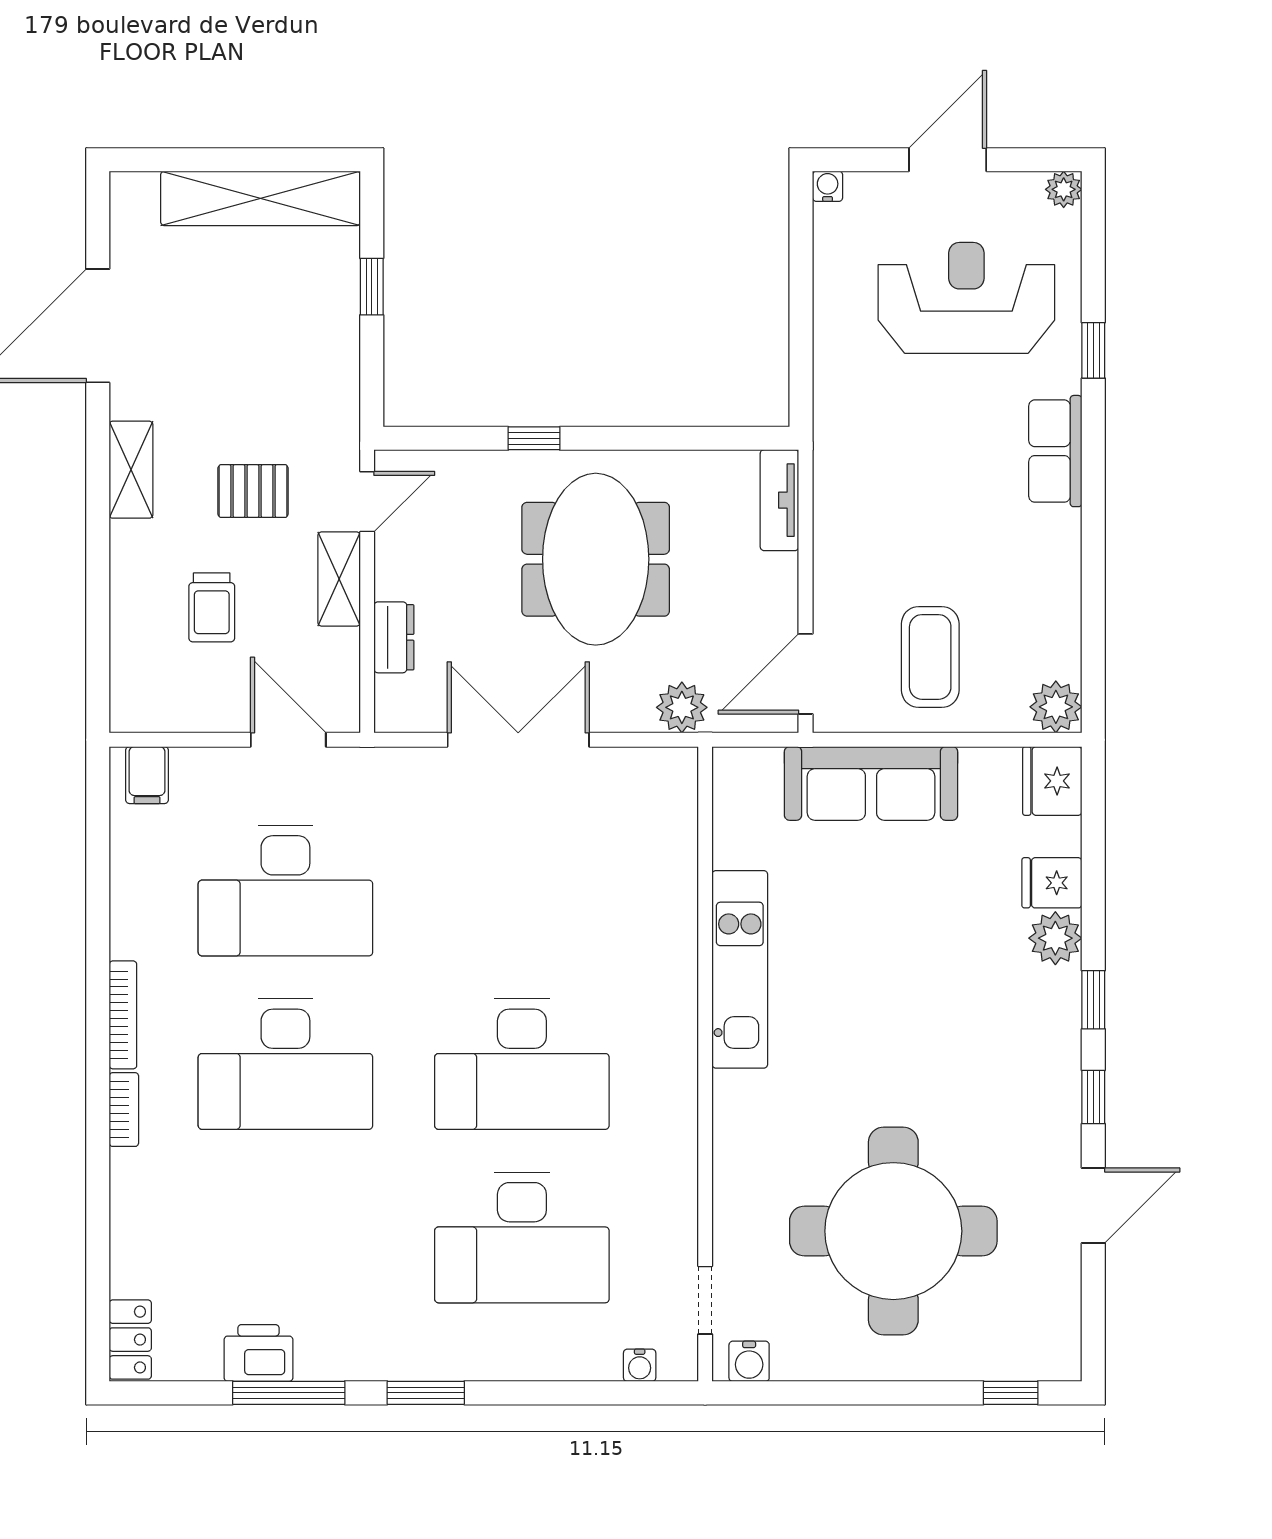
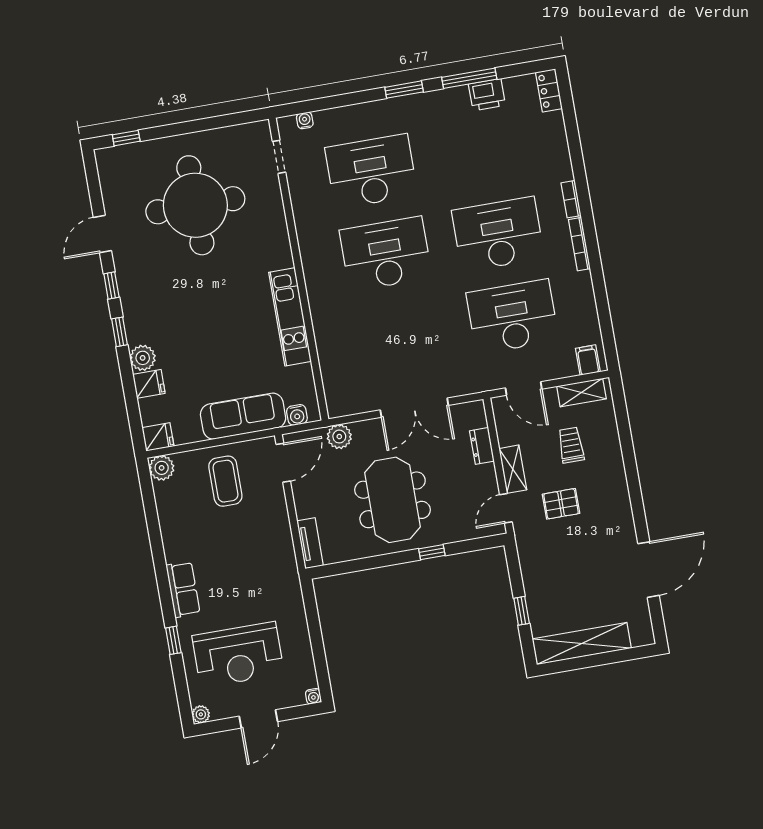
shelving: (131, 470) -> (581, 393), moved, turned 90
fridge: (1052, 781) -> (158, 437), width x0.72
water cooler: (749, 1361) -> (297, 415), moved, turned 180

